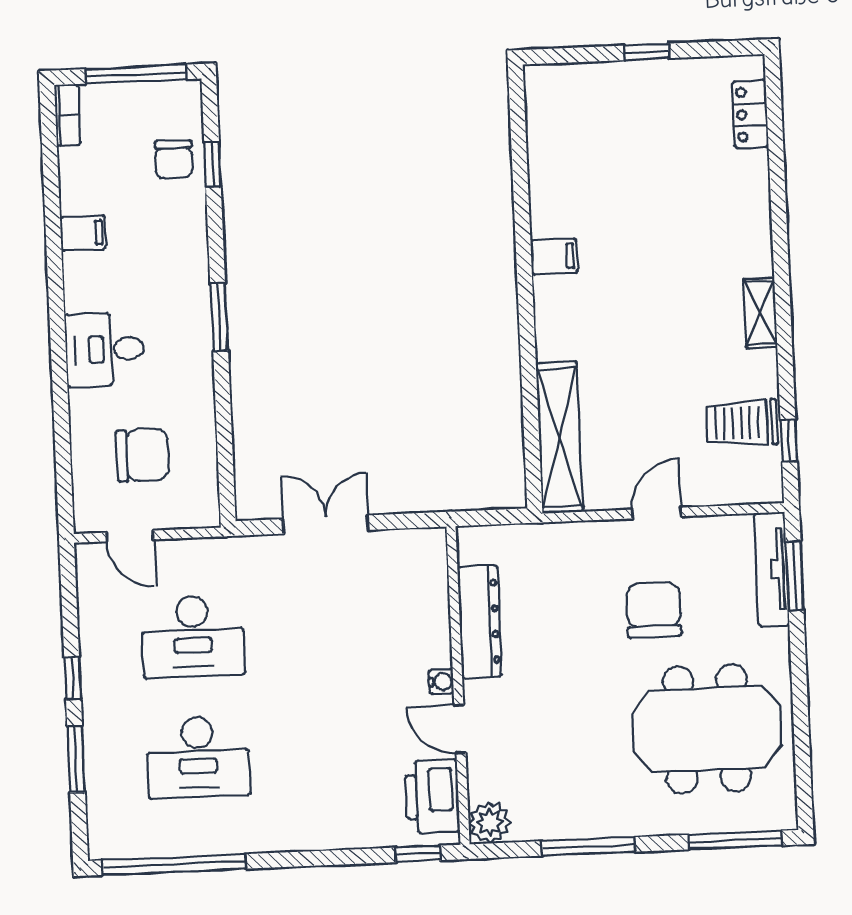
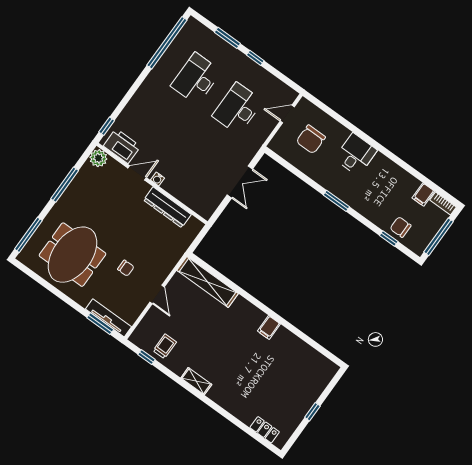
filing cabinet: (83, 233) -> (423, 195), moved
trolley: (742, 423) -> (165, 346), width x0.73, depth x0.72
chair: (654, 610) -> (126, 268), width x0.54, depth x0.54

